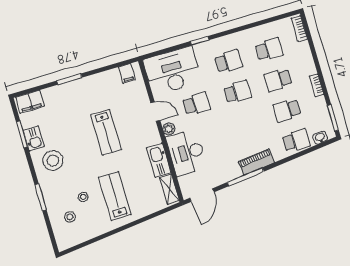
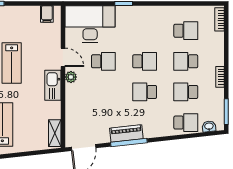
school desk: (228, 62) -> (145, 92), moved, turned 180
desk: (186, 153) -> (81, 104), removed
kitchen sink: (159, 160) -> (53, 85), moved
piano: (256, 162) -> (126, 133), moved

